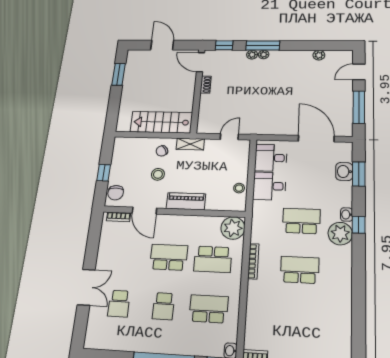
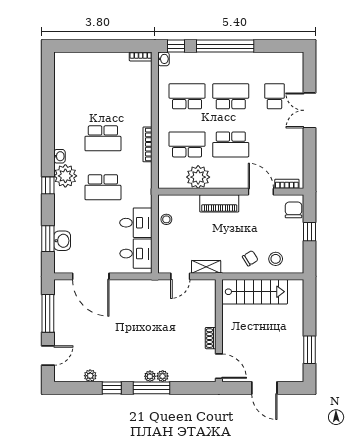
window: (224, 45) -> (112, 388), moved
shelving: (190, 144) -> (206, 267), moved
stool: (158, 174) -> (276, 259), moved
washbasin: (347, 215) -> (60, 156), moved
plant: (233, 228) -> (198, 177), moved
school desk: (163, 306) -> (231, 96), width x1.85
school desk: (209, 309) -> (187, 96), turned 180

